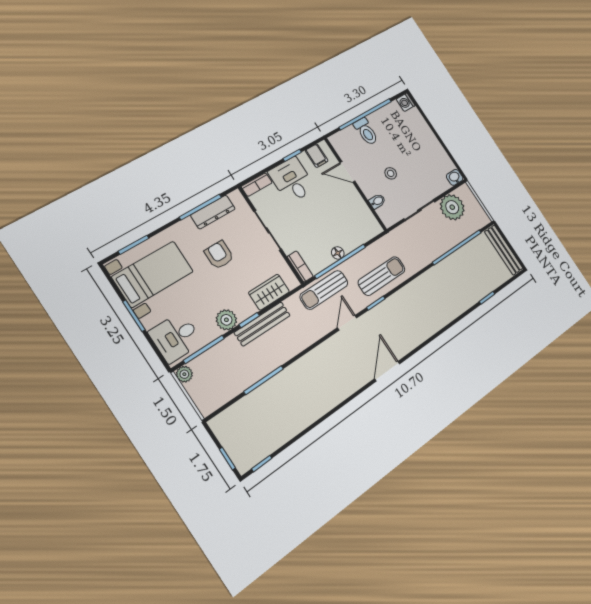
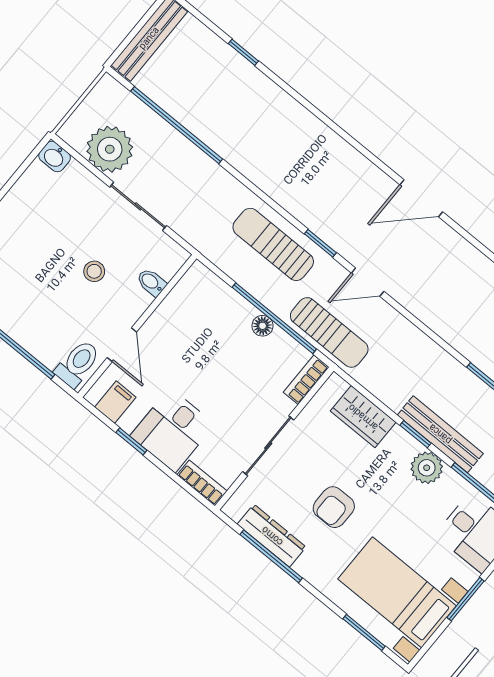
toilet: (366, 131) -> (77, 364), moved
bench: (262, 324) -> (440, 434), moved

